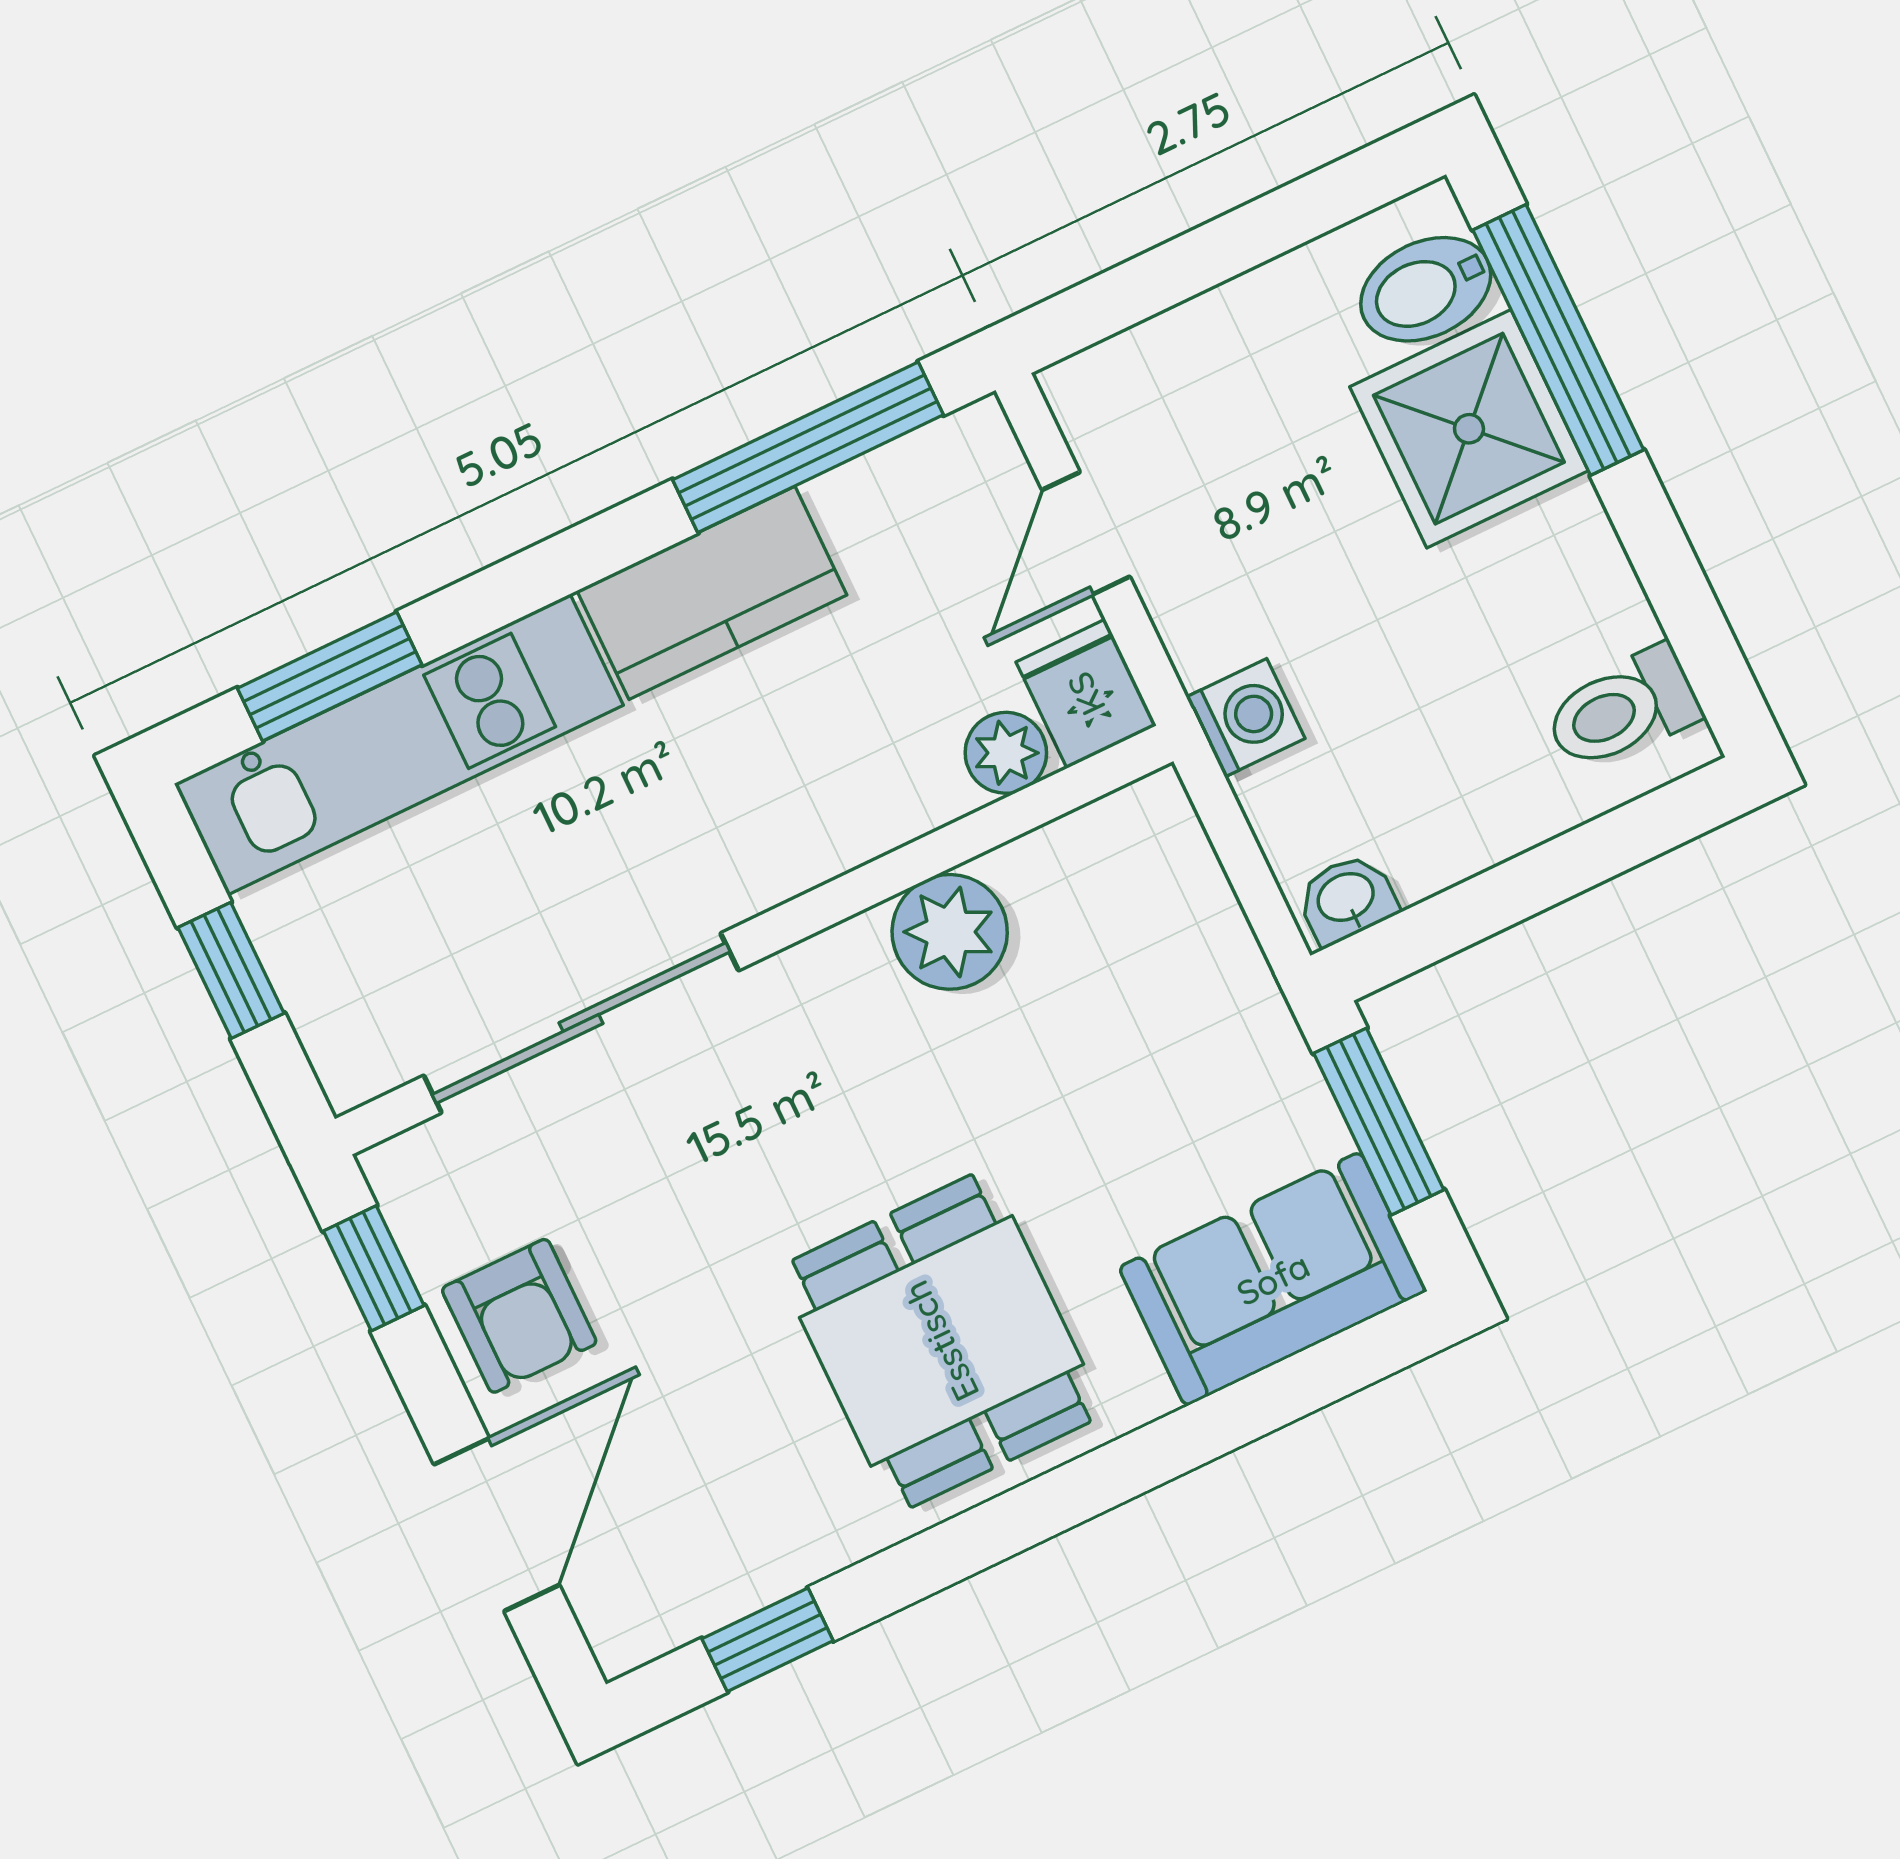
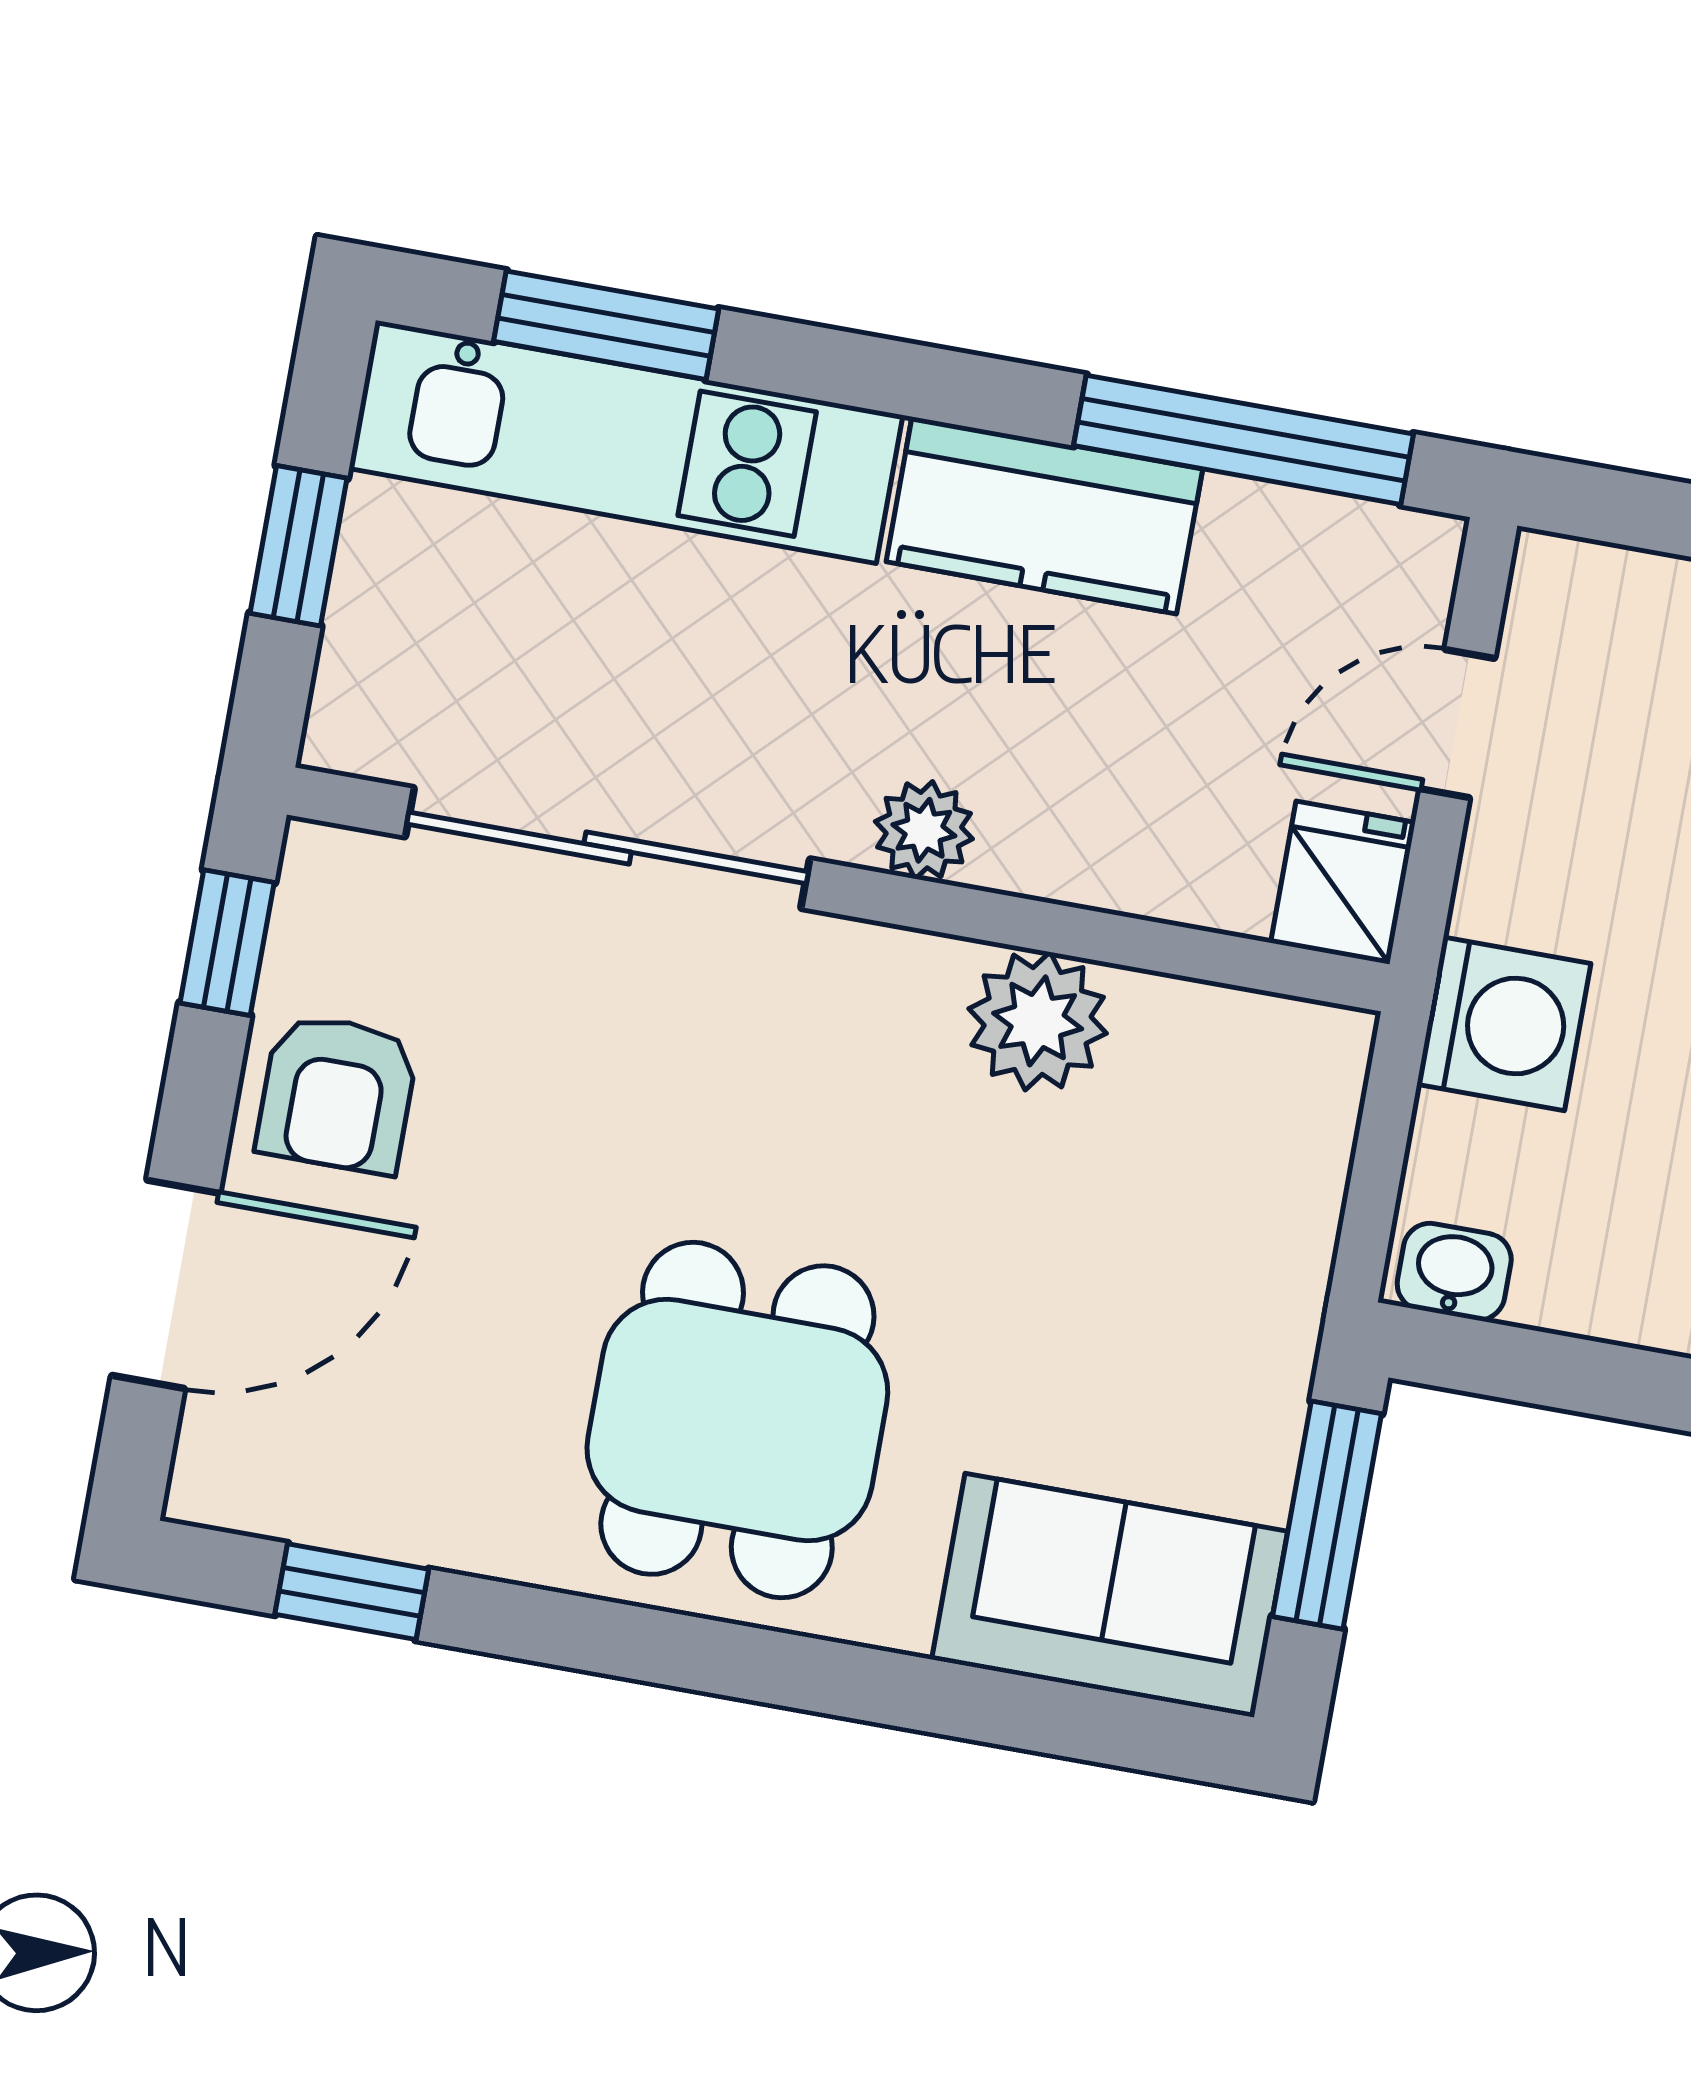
washing machine: (1246, 718) -> (1504, 1024), width x1.38, depth x1.38
plant: (1006, 753) -> (924, 830), moved

